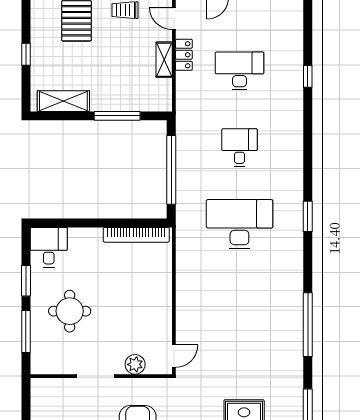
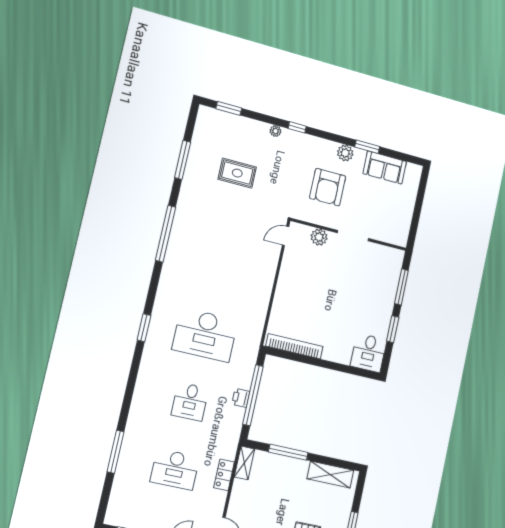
locker: (184, 55) -> (224, 475), moved
shelving: (164, 60) -> (244, 463), moved
window: (308, 76) -> (115, 452), width x2.17
printer: (184, 164) -> (241, 398), added
round table: (70, 311) -> (363, 295), removed

